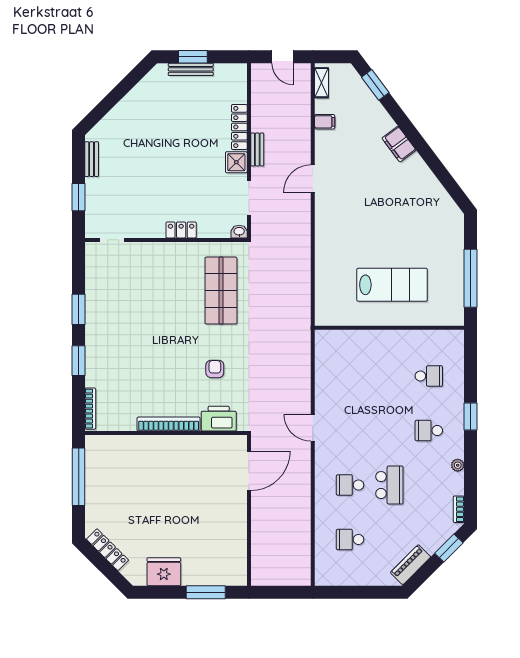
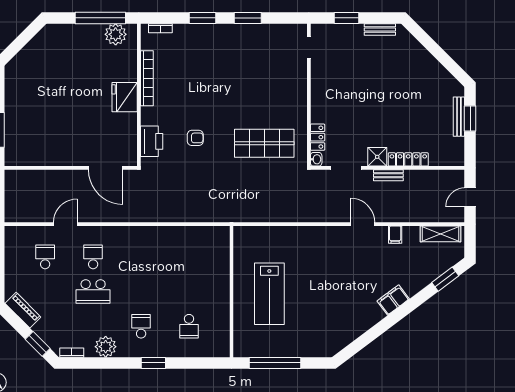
shelving: (322, 83) -> (441, 234), width x1.50, depth x1.33
filing cabinet: (325, 122) -> (395, 235), moved
locker: (181, 230) -> (318, 137), moved
bookcase: (90, 409) -> (160, 28), width x0.64
bookcase: (169, 424) -> (147, 78), moved
door: (313, 428) -> (65, 224), moved
plant: (97, 459) -> (116, 34), added
plant: (458, 465) -> (106, 347), width x1.88, depth x1.88
locker: (107, 550) -> (36, 43), removed
fridge: (164, 572) -> (125, 97), moved, turned 180

